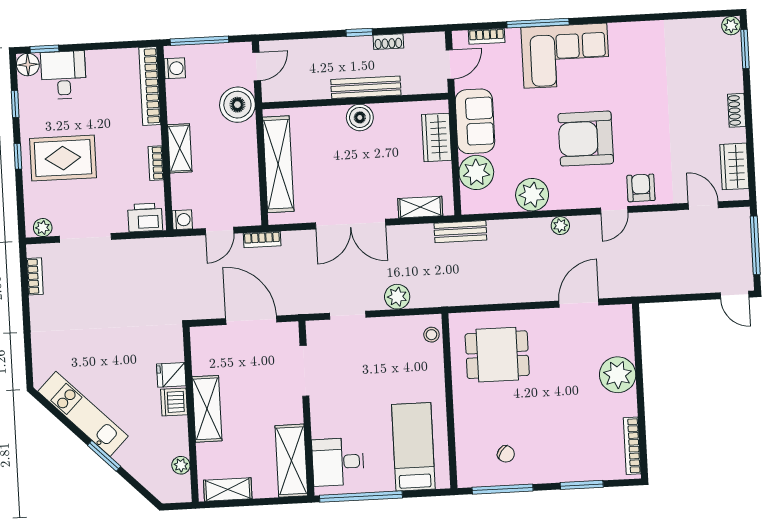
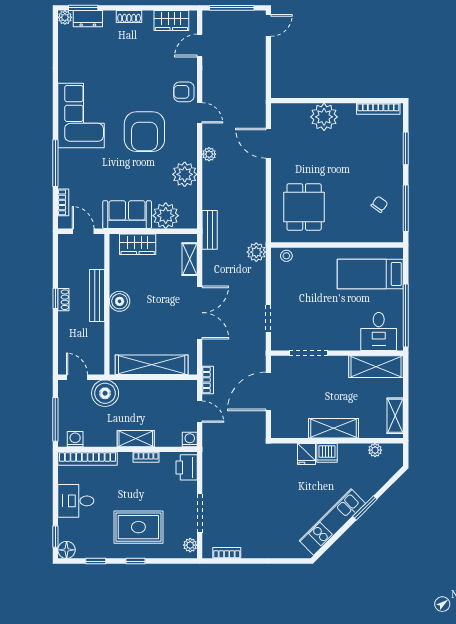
shoe rack: (388, 42) -> (63, 300), moved
corner sofa: (565, 56) -> (81, 115), moved
dresser: (731, 56) -> (88, 19), added
desk: (64, 75) -> (76, 501), moved
rug: (63, 158) -> (138, 527), turned 90
plant: (397, 297) -> (256, 252), moved

